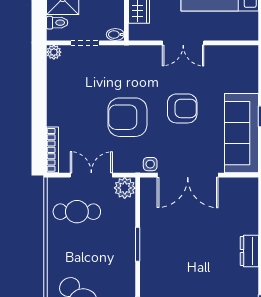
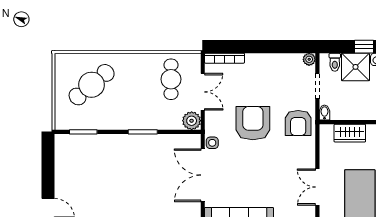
double door: (183, 43) -> (317, 187), moved
armchair: (182, 108) -> (298, 123), moved

